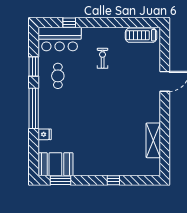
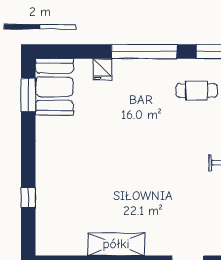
shelving: (153, 140) -> (116, 244), moved
window: (113, 180) -> (28, 197), moved

